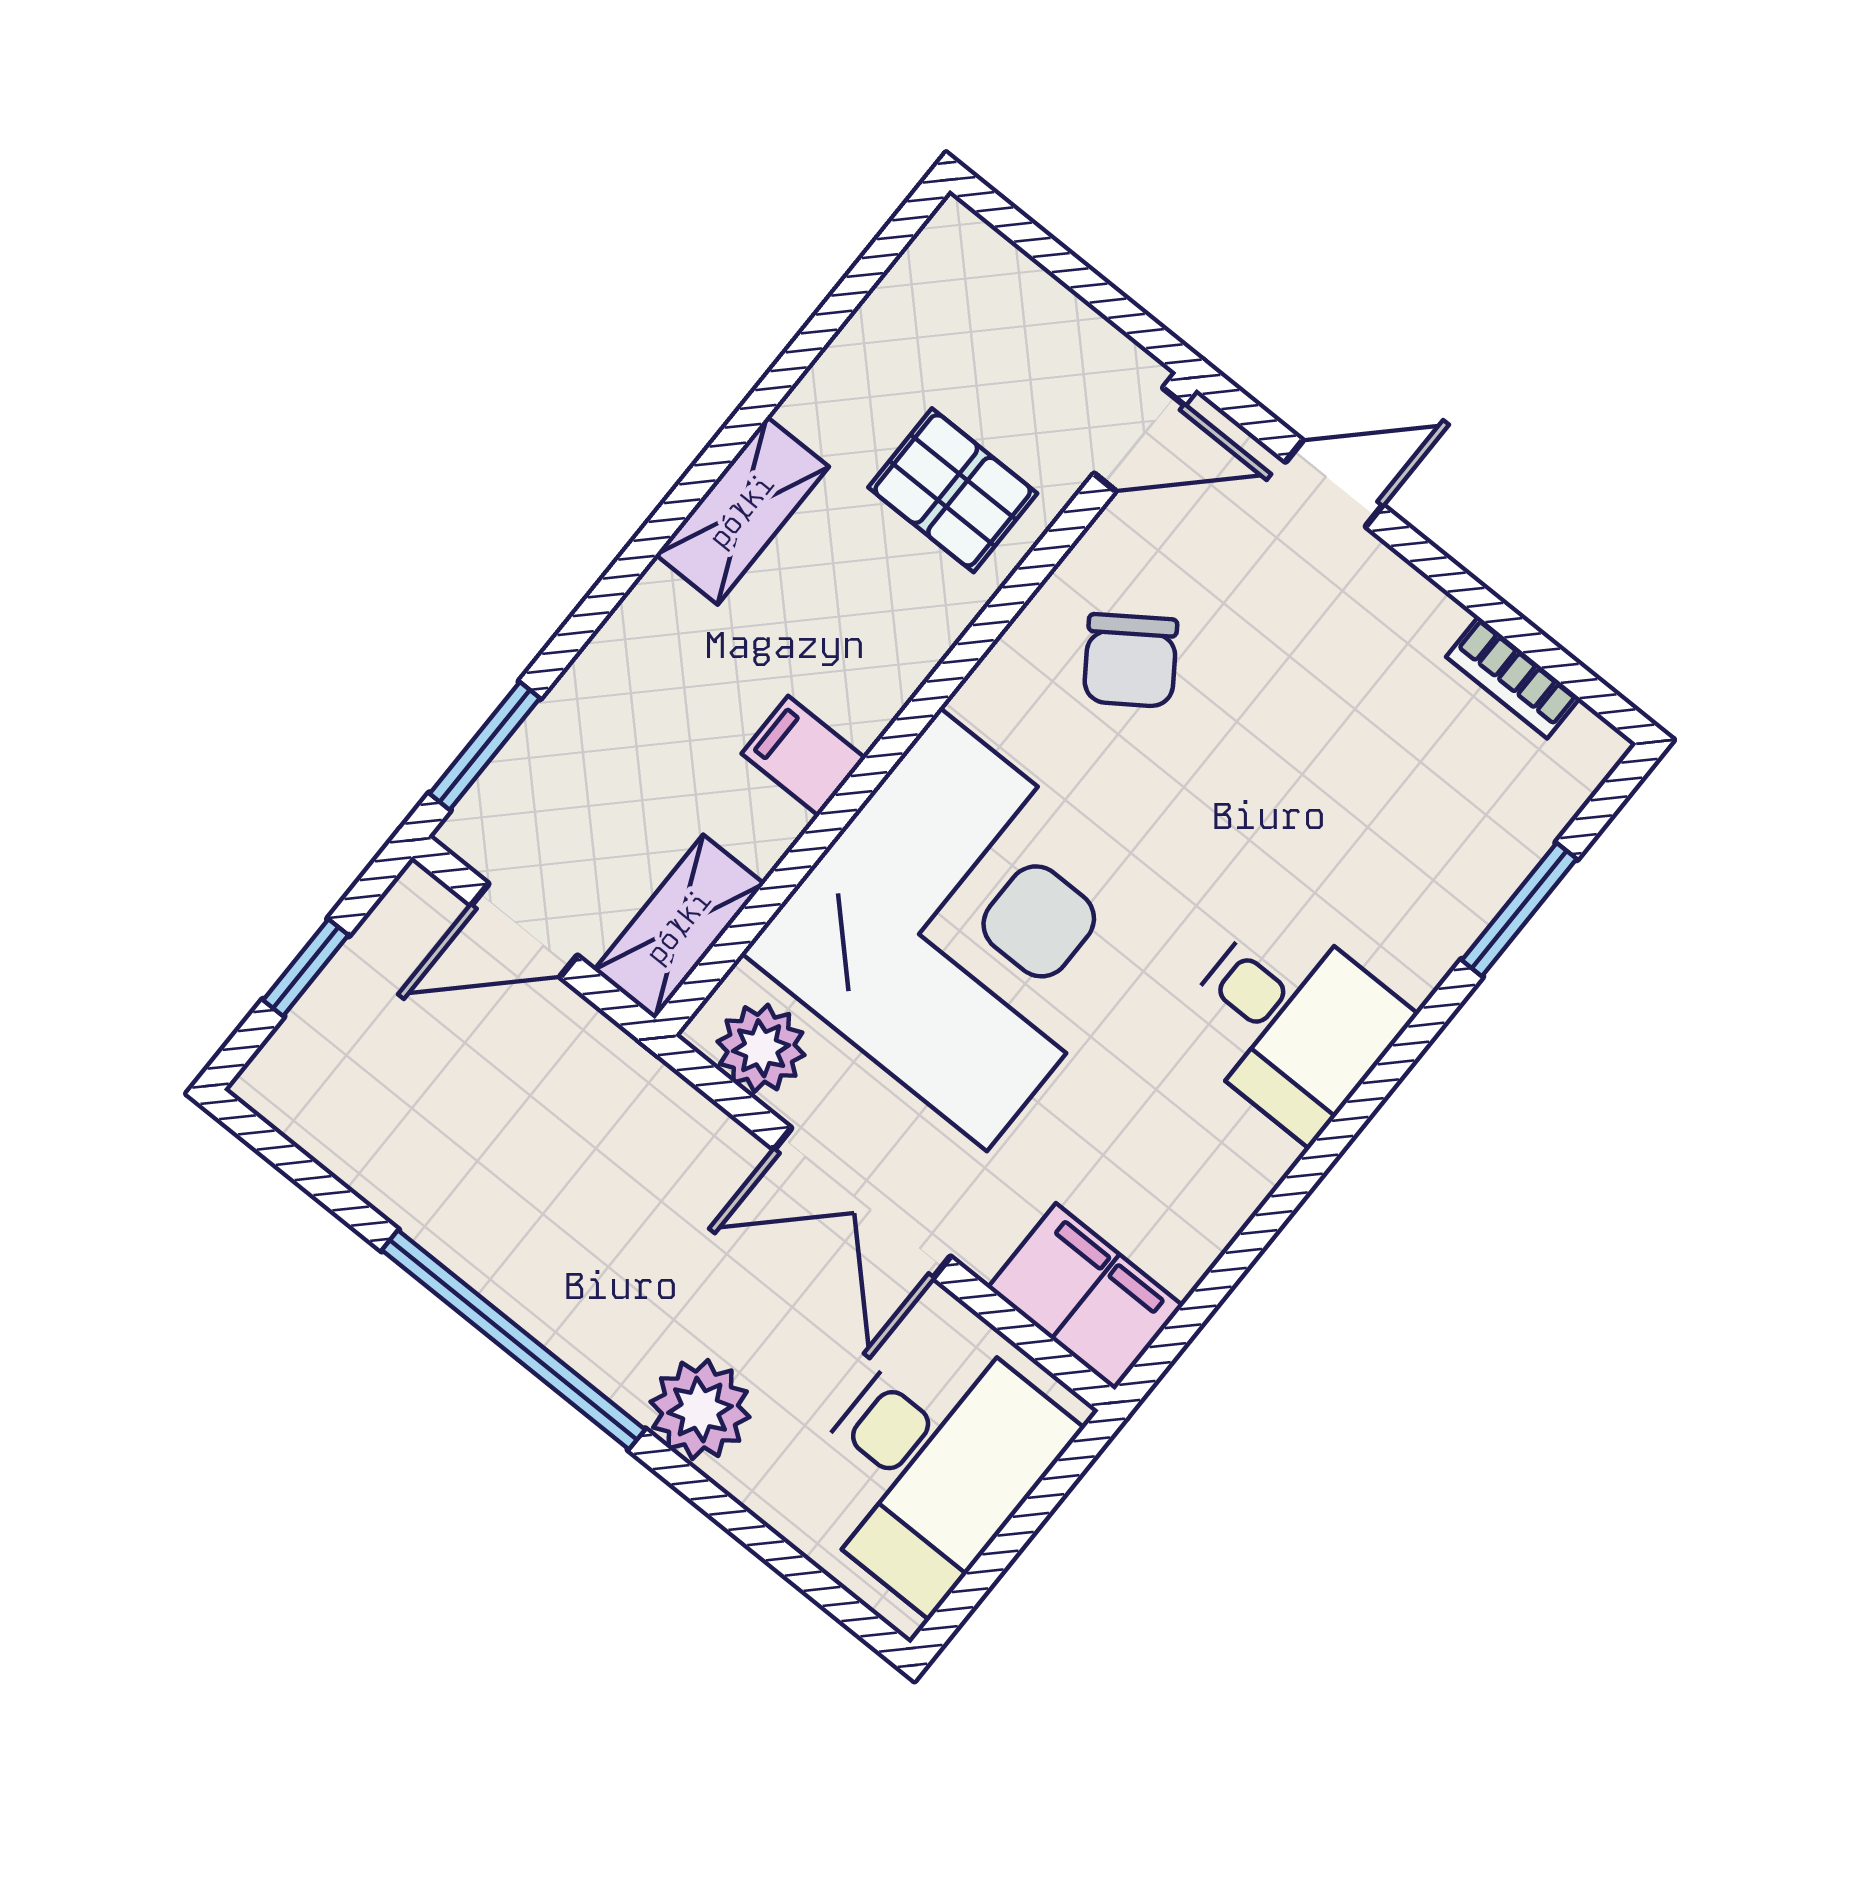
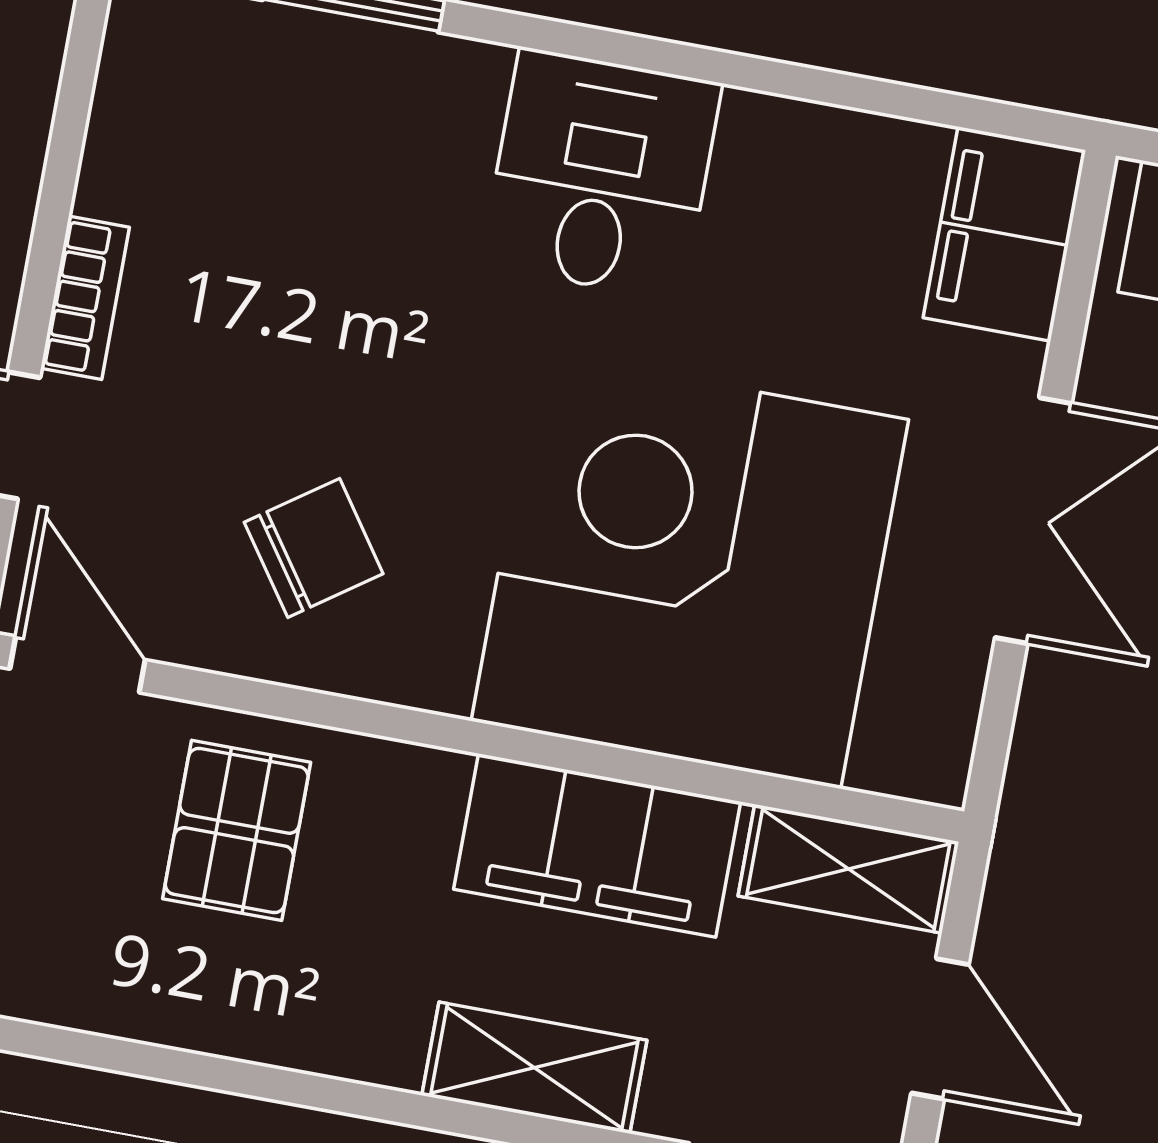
shelving: (742, 511) -> (534, 1068), moved
bookcase: (1513, 677) -> (85, 298), moved
filing cabinet: (803, 756) -> (597, 845), width x3.00, depth x1.17
plant: (761, 1048) -> (929, 714), removed

